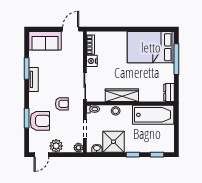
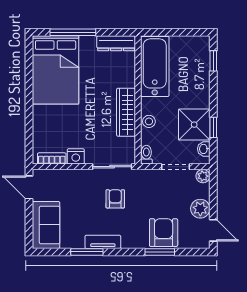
dresser: (169, 93) -> (116, 43), width x1.44
armchair: (62, 104) -> (115, 199), moved
window: (133, 155) -> (213, 127), moved

